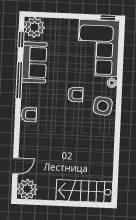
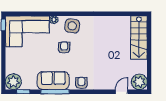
sofa: (34, 62) -> (53, 81), moved
door: (15, 166) -> (122, 92), hinge flipped

